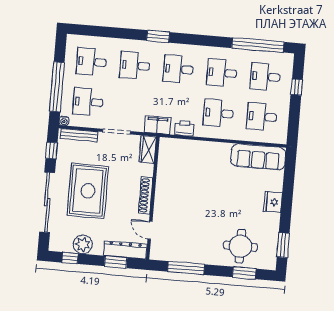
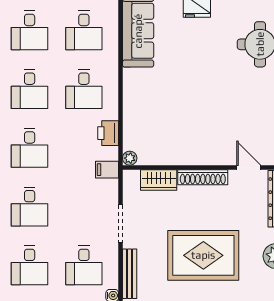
filing cabinet: (157, 125) -> (107, 170), width x0.50
plant: (164, 143) -> (130, 158), added
wardrobe: (148, 150) -> (159, 180), moved
door: (150, 230) -> (249, 167), swing flipped

